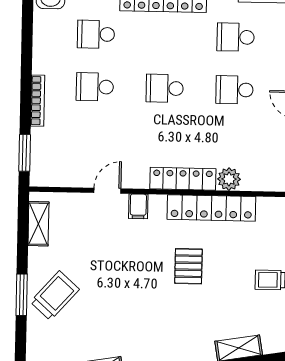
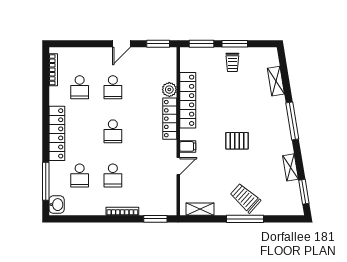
door: (107, 191) -> (178, 166), swing flipped
pallet: (188, 266) -> (237, 141), moved
window: (22, 295) -> (245, 219), width x1.44

